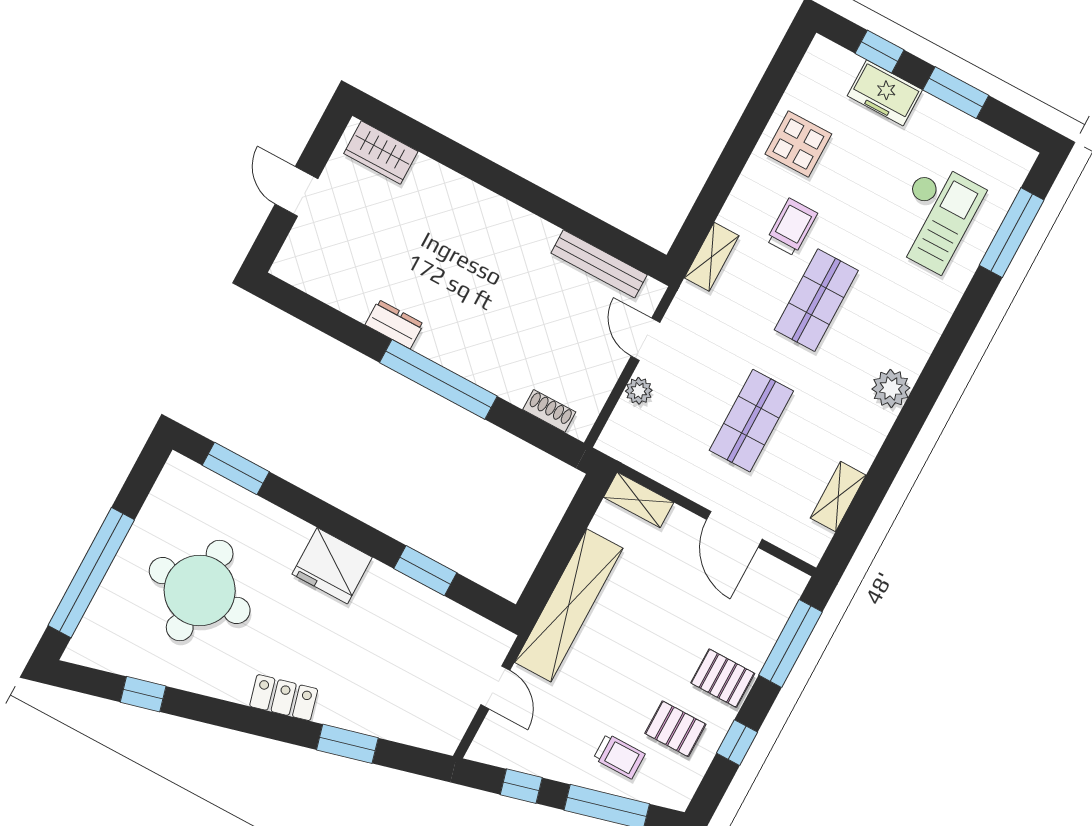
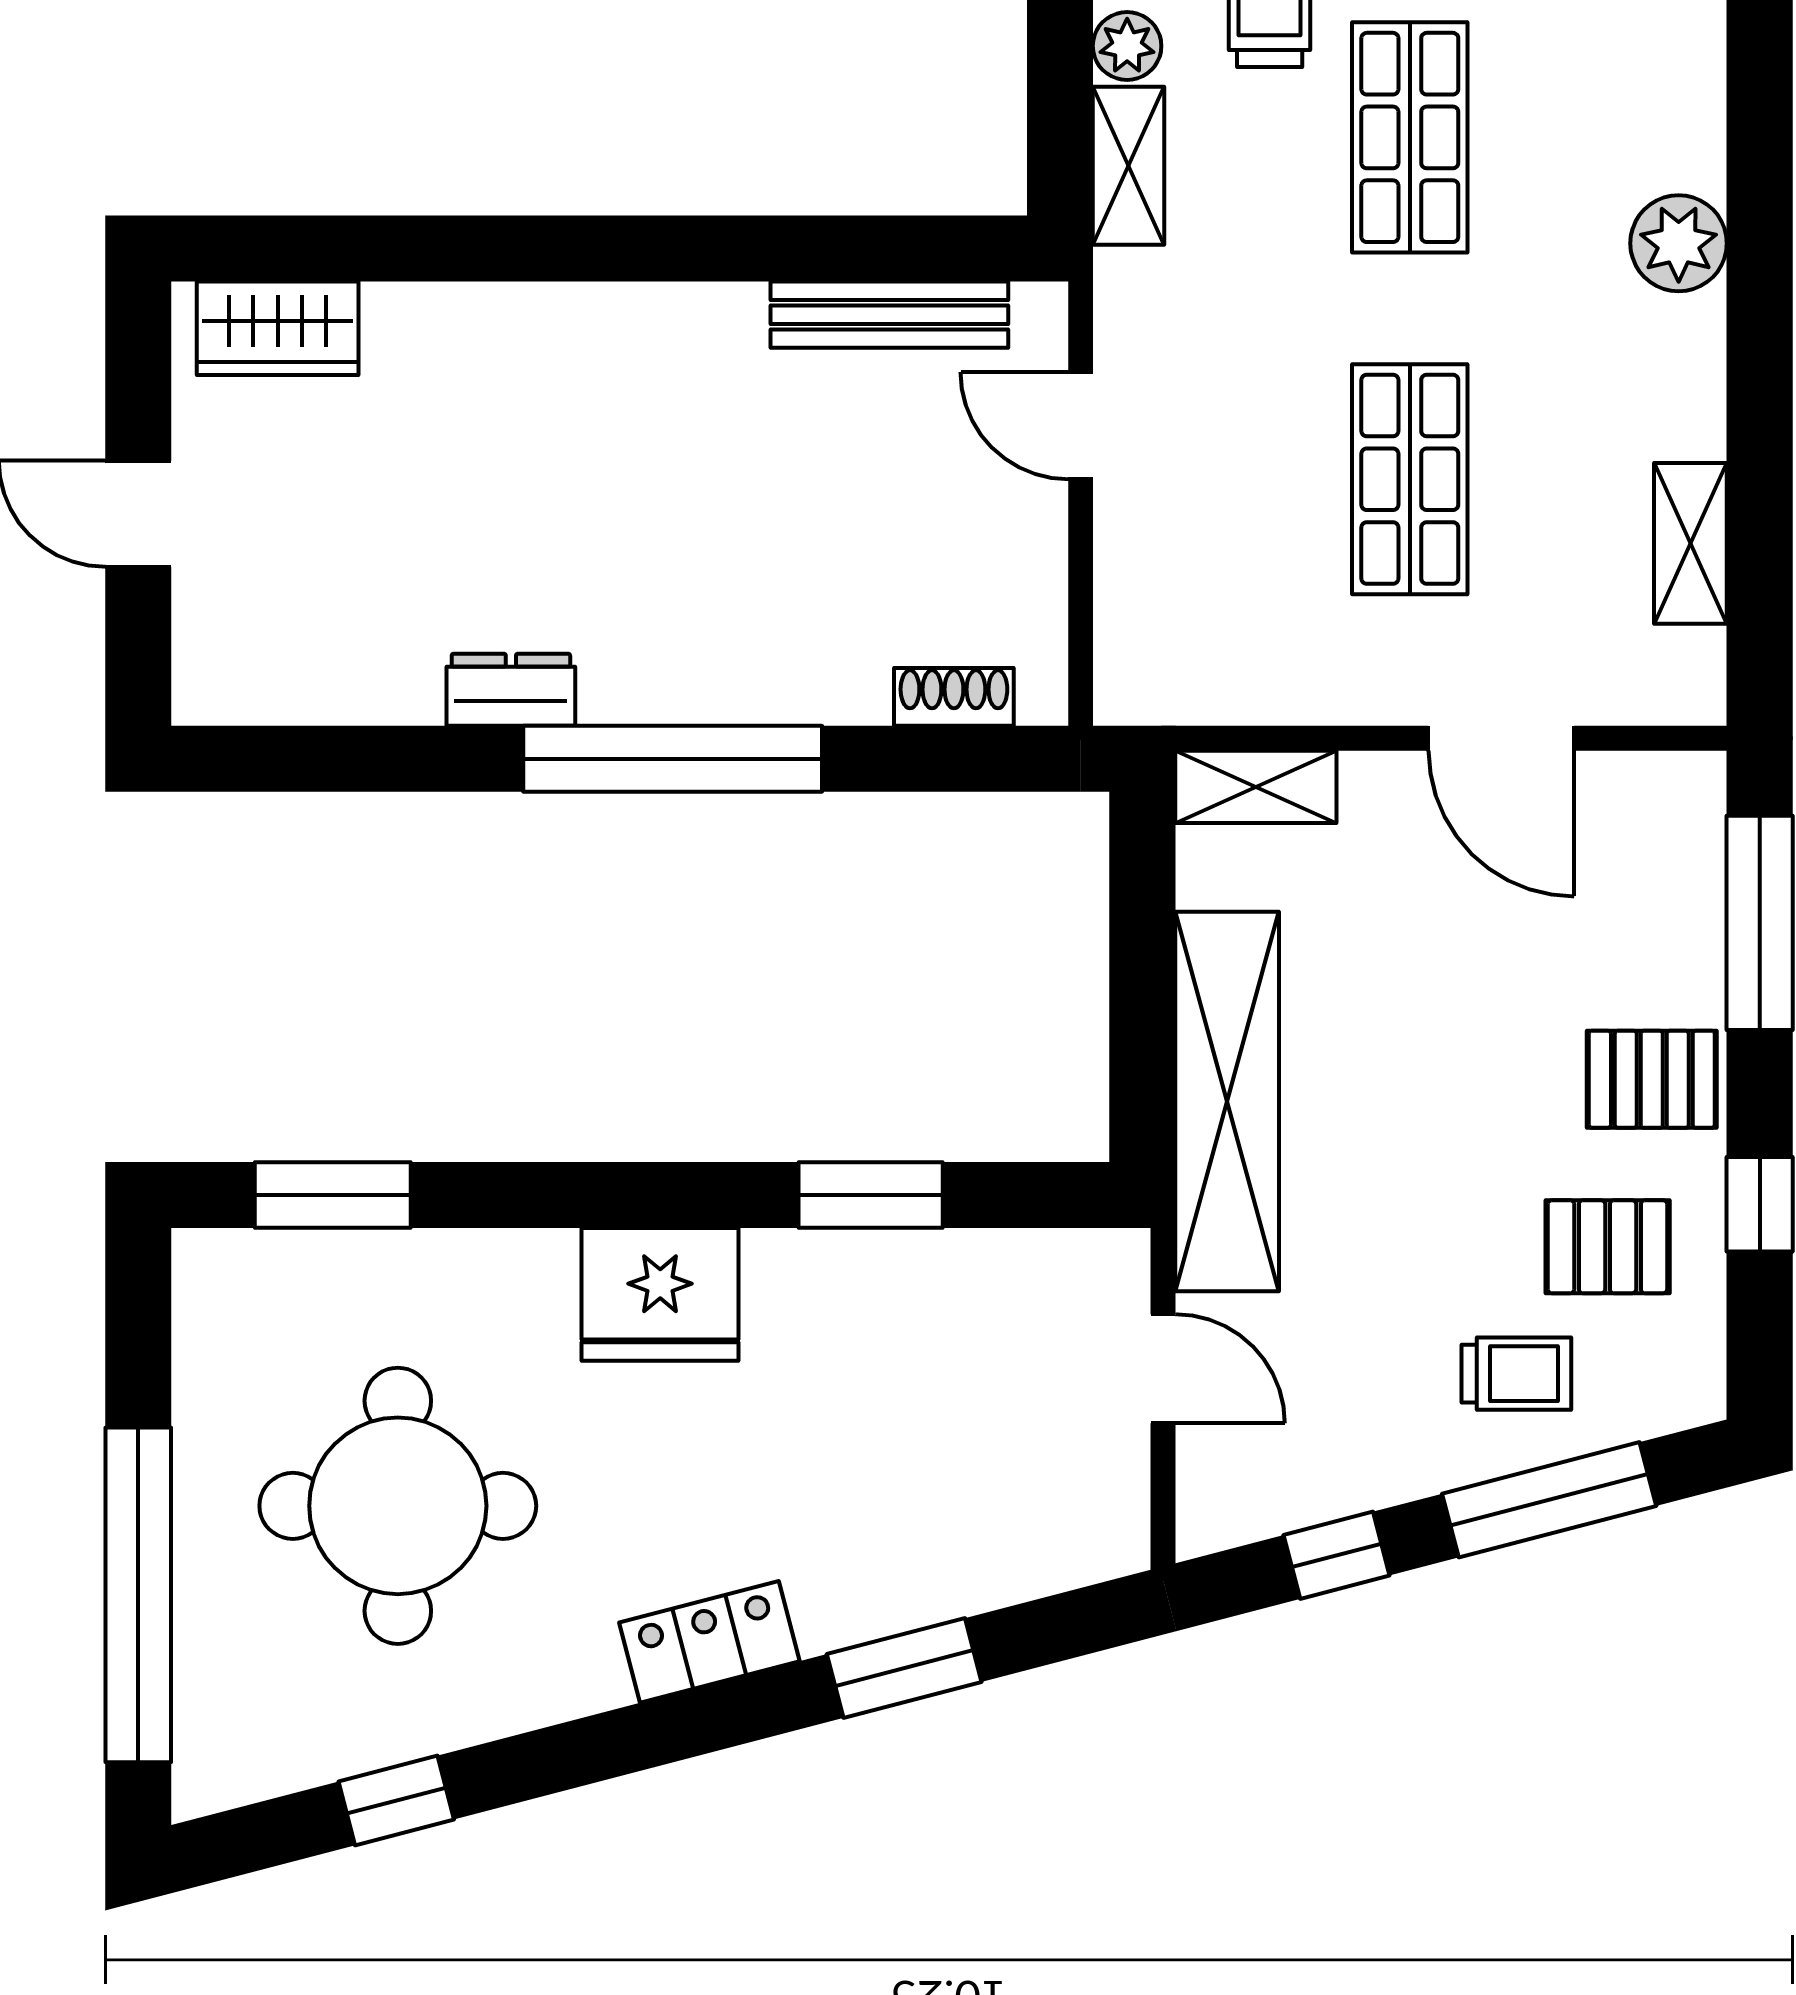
plant: (639, 391) -> (1127, 46), moved

